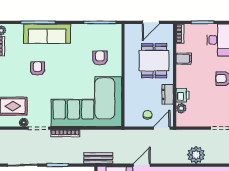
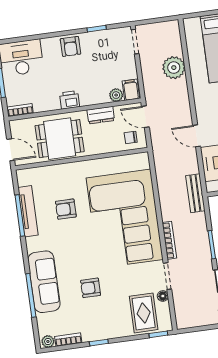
tv unit: (102, 29) -> (28, 211), added
filing cabinet: (184, 59) -> (131, 90), moved
wall: (123, 75) -> (82, 159), moved
printer: (183, 95) -> (70, 100), moved

